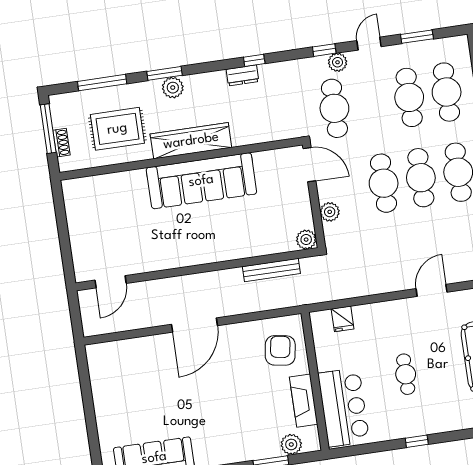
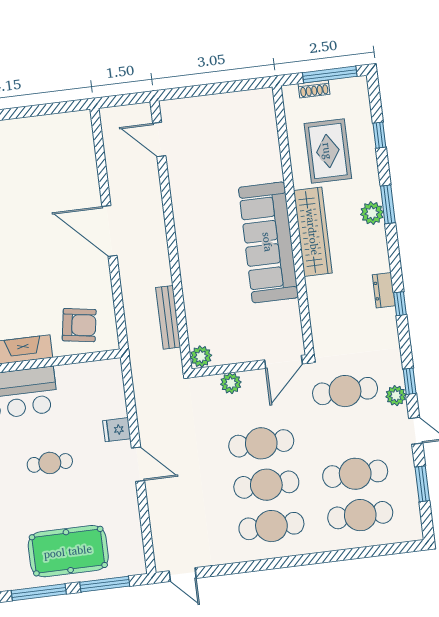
window: (102, 83) -> (379, 135), width x0.46
door: (432, 290) -> (138, 464), moved
fridge: (343, 319) -> (117, 430), moved

